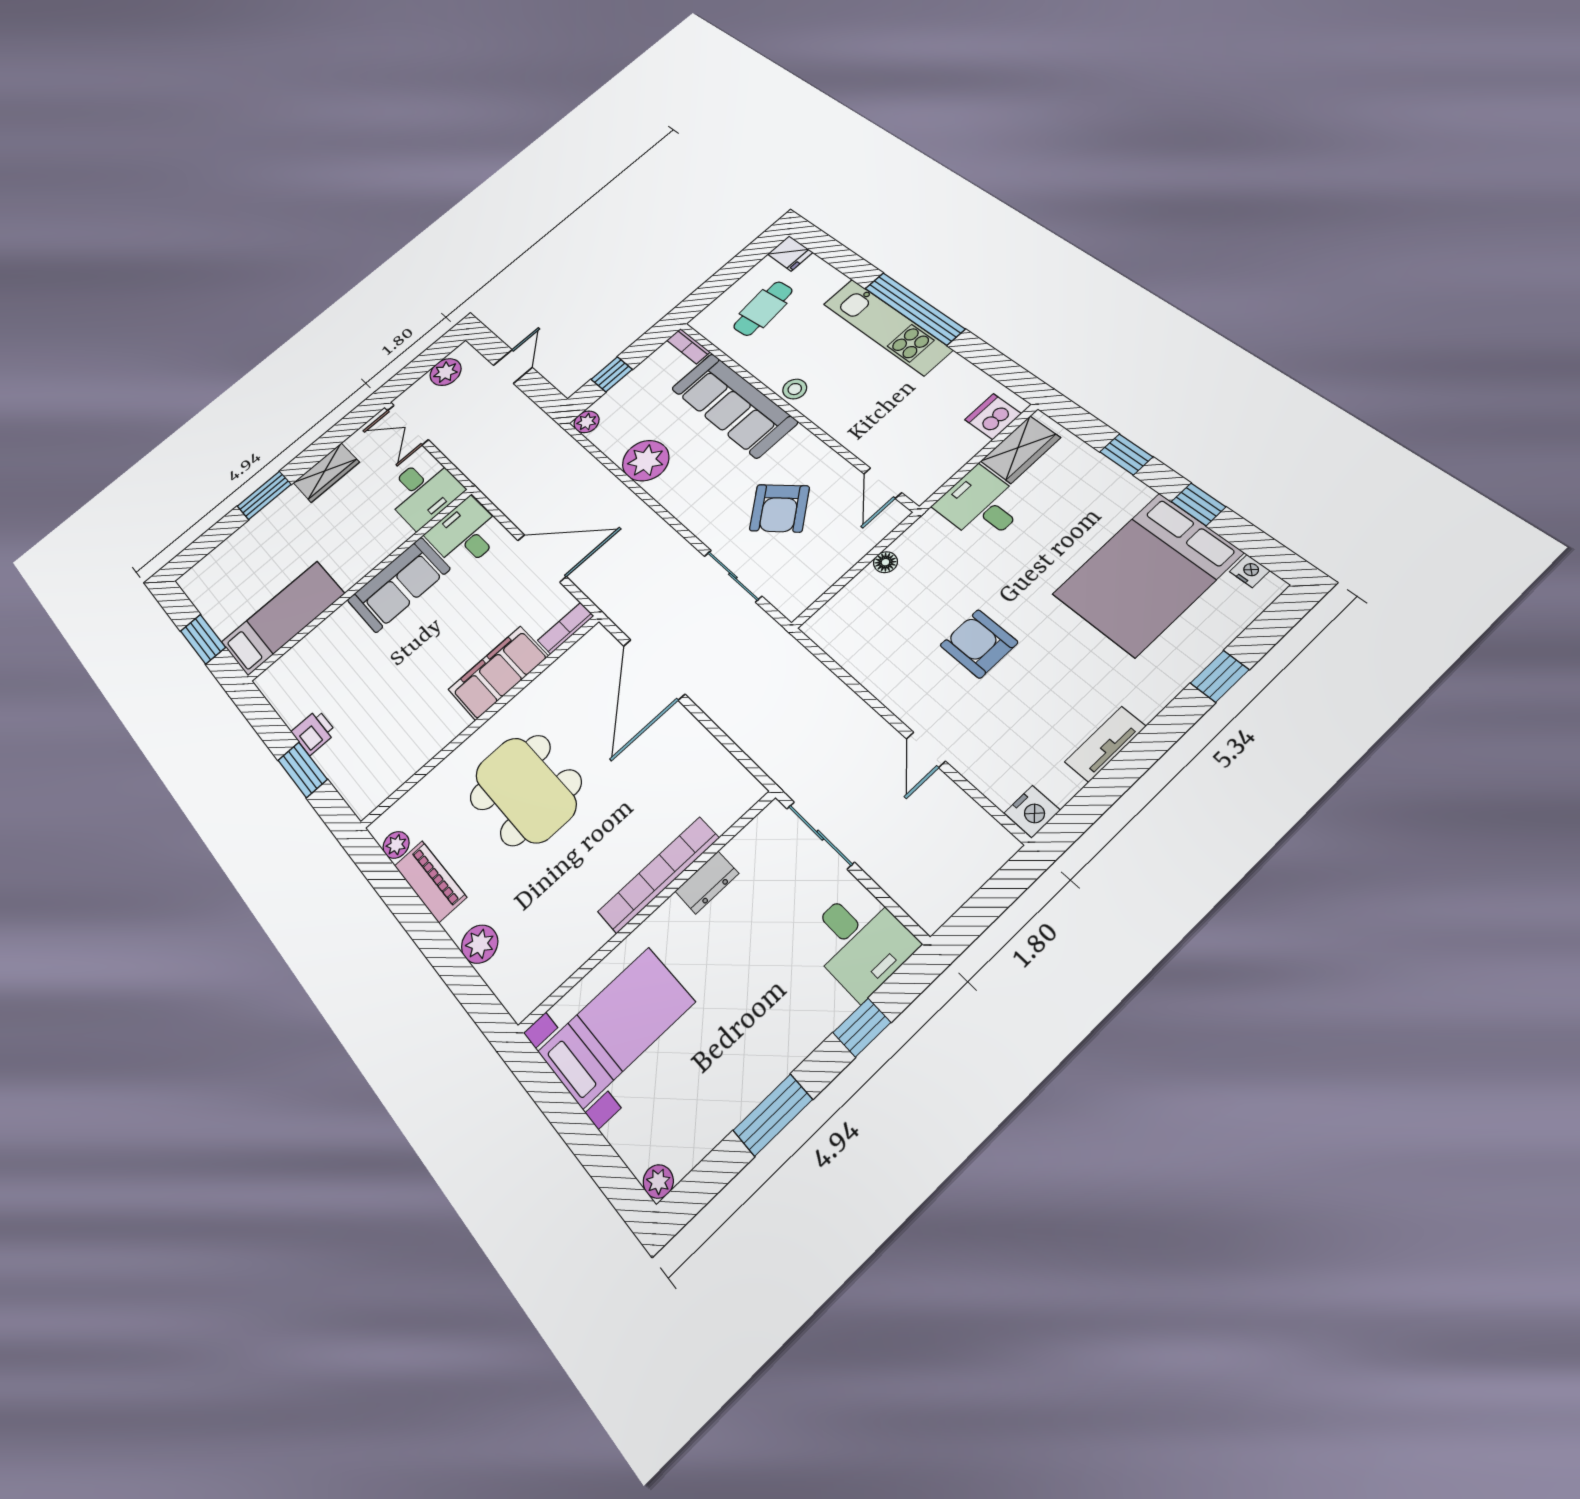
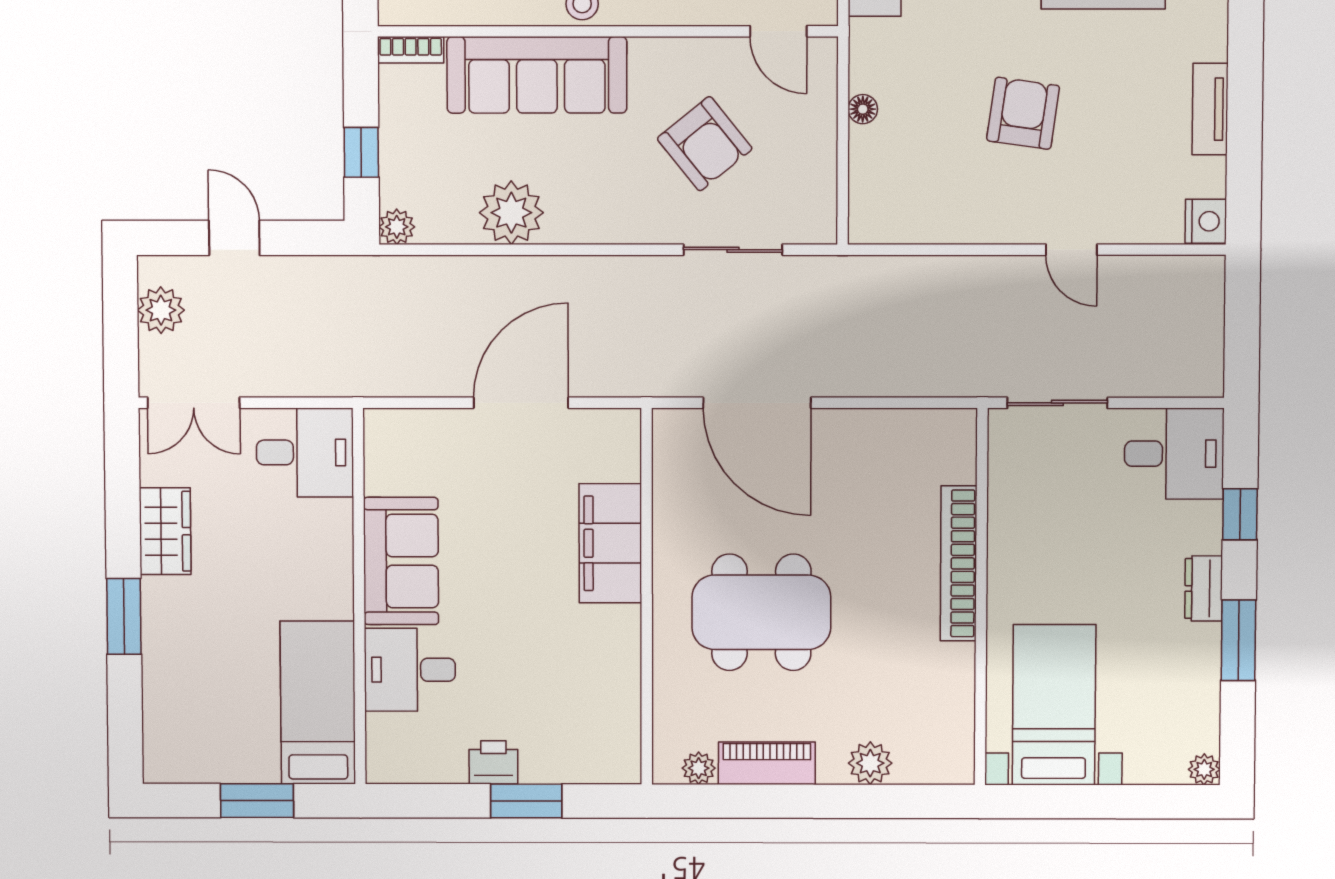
desk: (465, 534) -> (410, 670), moved
bookcase: (566, 628) -> (627, 444), removed
armchair: (979, 644) -> (1023, 113), turned 98
dresser: (707, 882) -> (1204, 588), moved, turned 180

